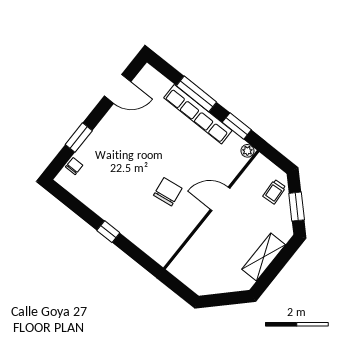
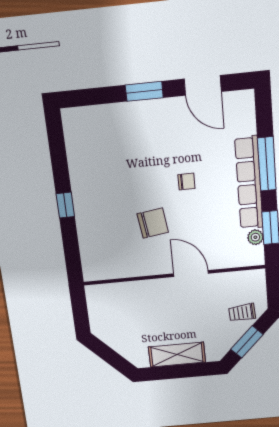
window: (79, 138) -> (144, 91), moved
plant: (247, 151) -> (255, 237), moved
chair: (74, 166) -> (186, 182), moved

